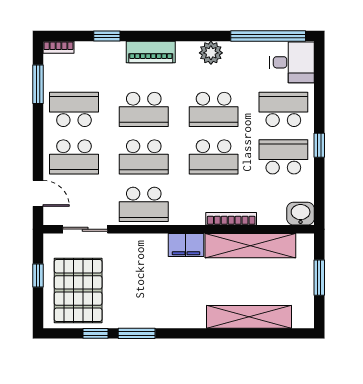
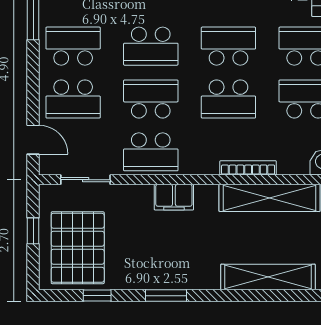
school desk: (214, 109) -> (228, 46), turned 180
school desk: (144, 157) -> (151, 99), turned 180
filing cabinet: (186, 245) -> (174, 197), moved
window: (137, 333) -> (166, 296), moved

